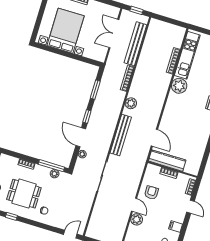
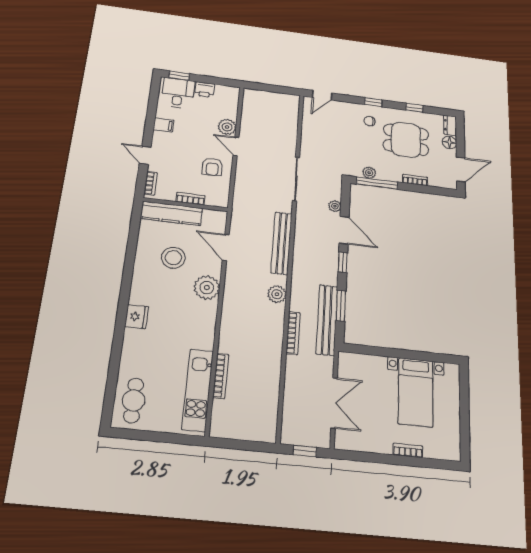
bed with nightstands: (66, 31) -> (416, 392), width x0.73
bench: (135, 44) -> (327, 320), moved
plant: (179, 86) -> (207, 288), moved
stool: (186, 136) -> (173, 258), added
kitchen counter: (167, 161) -> (172, 213), moved
window: (38, 224) -> (373, 102), added

